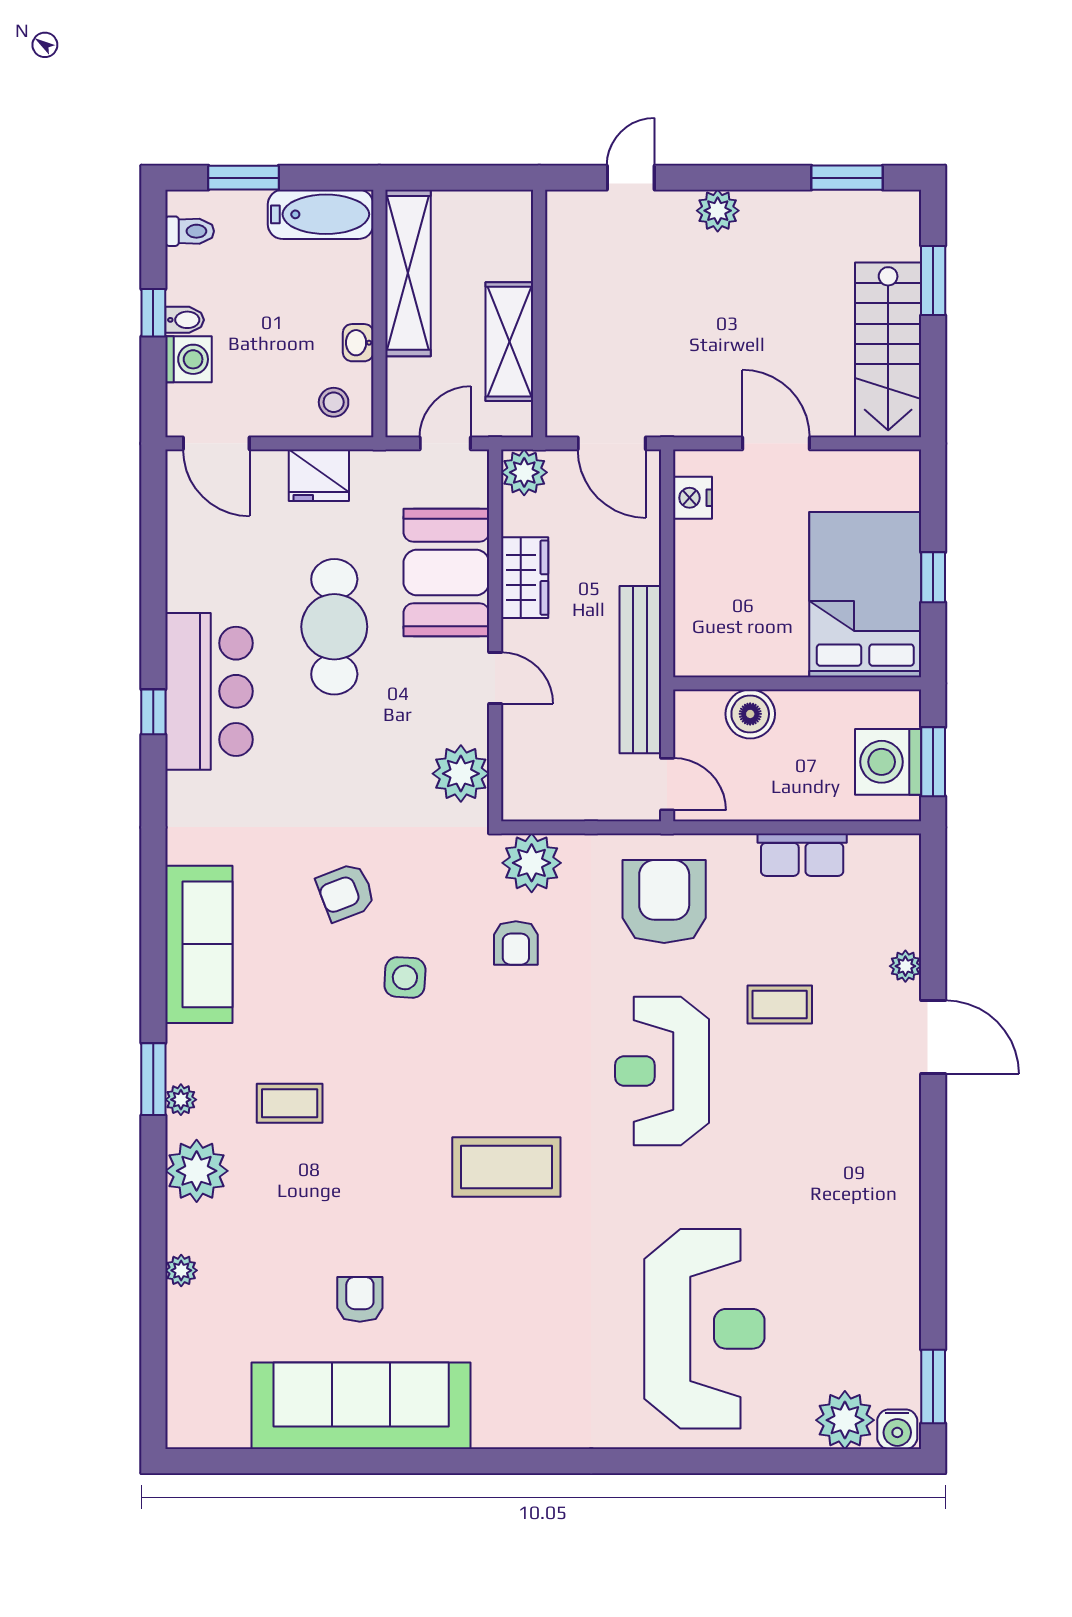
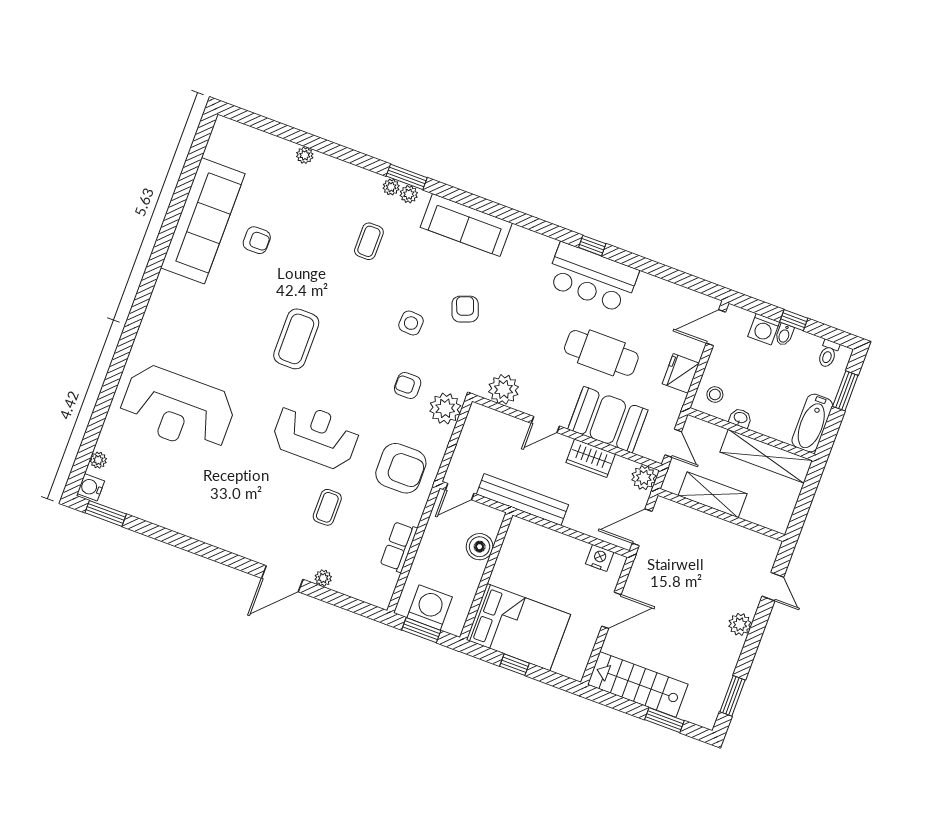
plant: (197, 1171) -> (409, 194), moved, width x0.53, depth x0.53
plant: (845, 1420) -> (98, 460), width x0.53, depth x0.53

